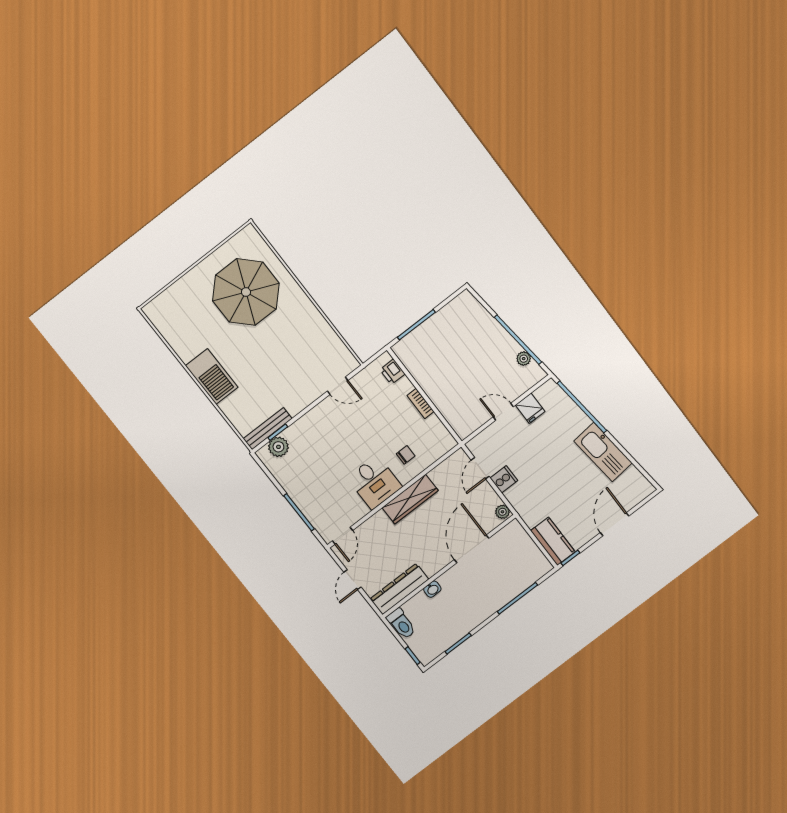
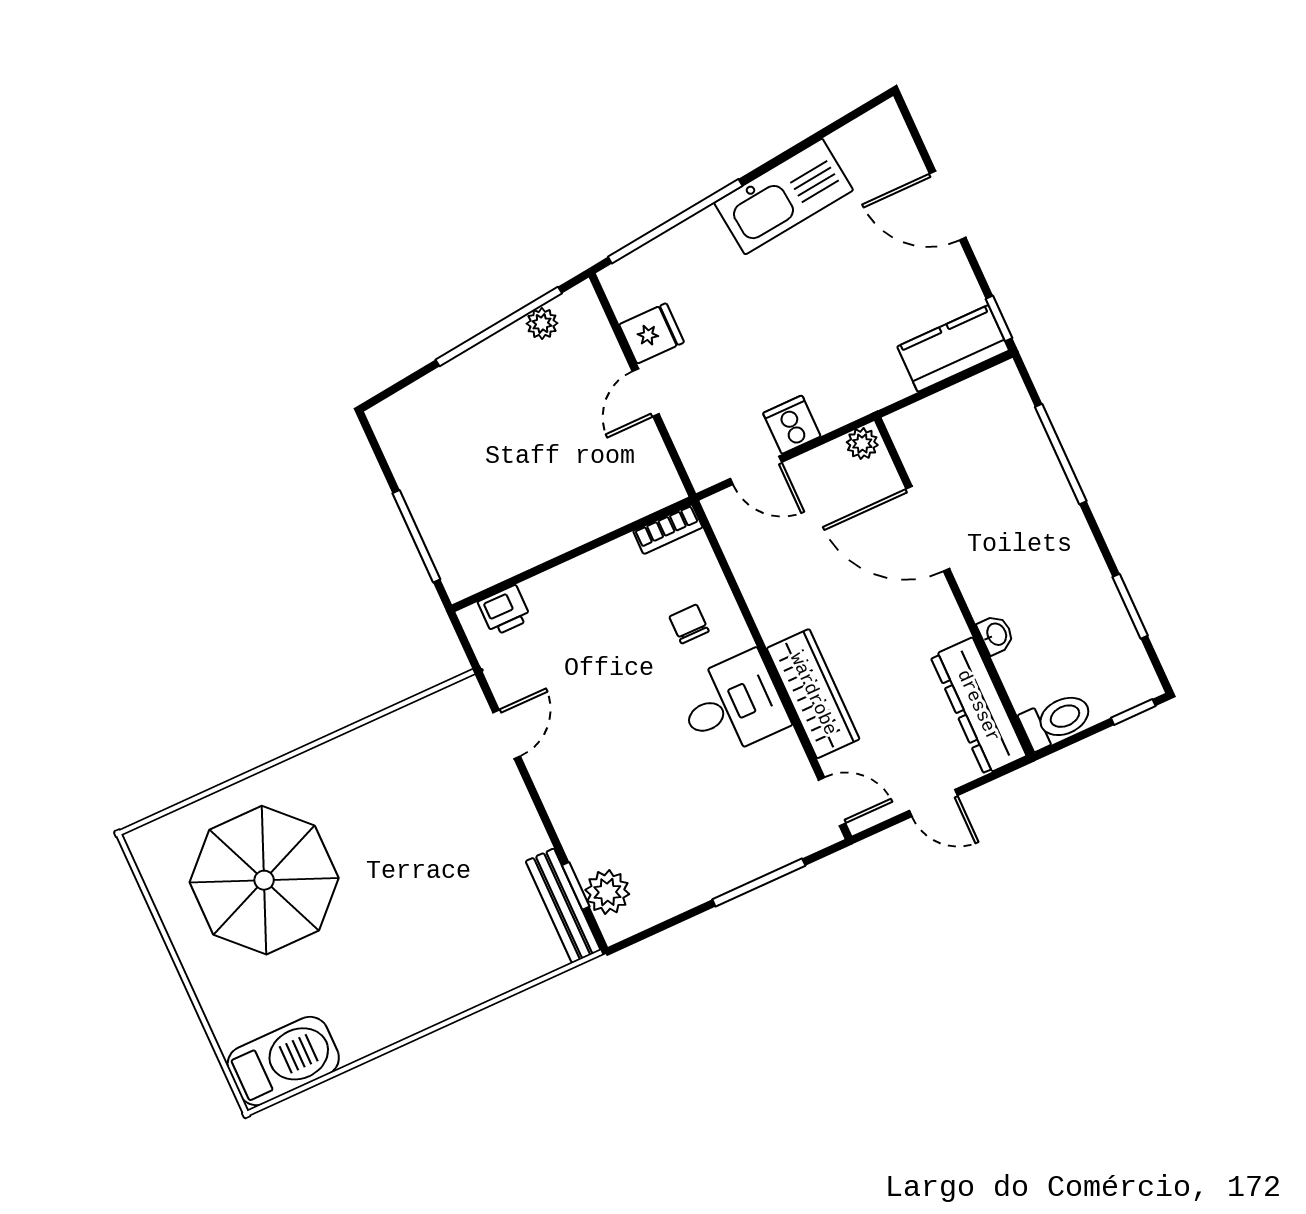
barbecue: (212, 376) -> (283, 1061), moved
bookcase: (420, 403) -> (668, 529), moved
wardrobe: (410, 499) -> (813, 694), moved

